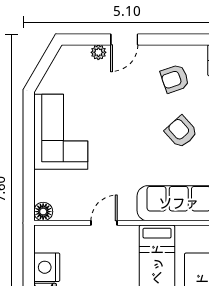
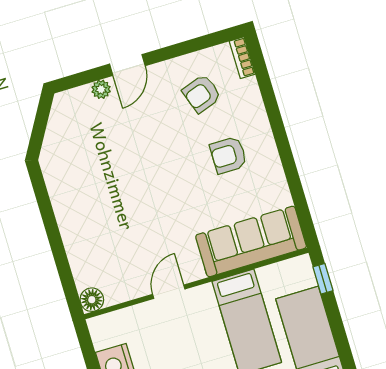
corner sofa: (61, 132) -> (84, 198), removed
armchair: (181, 132) -> (228, 155), turned -48

